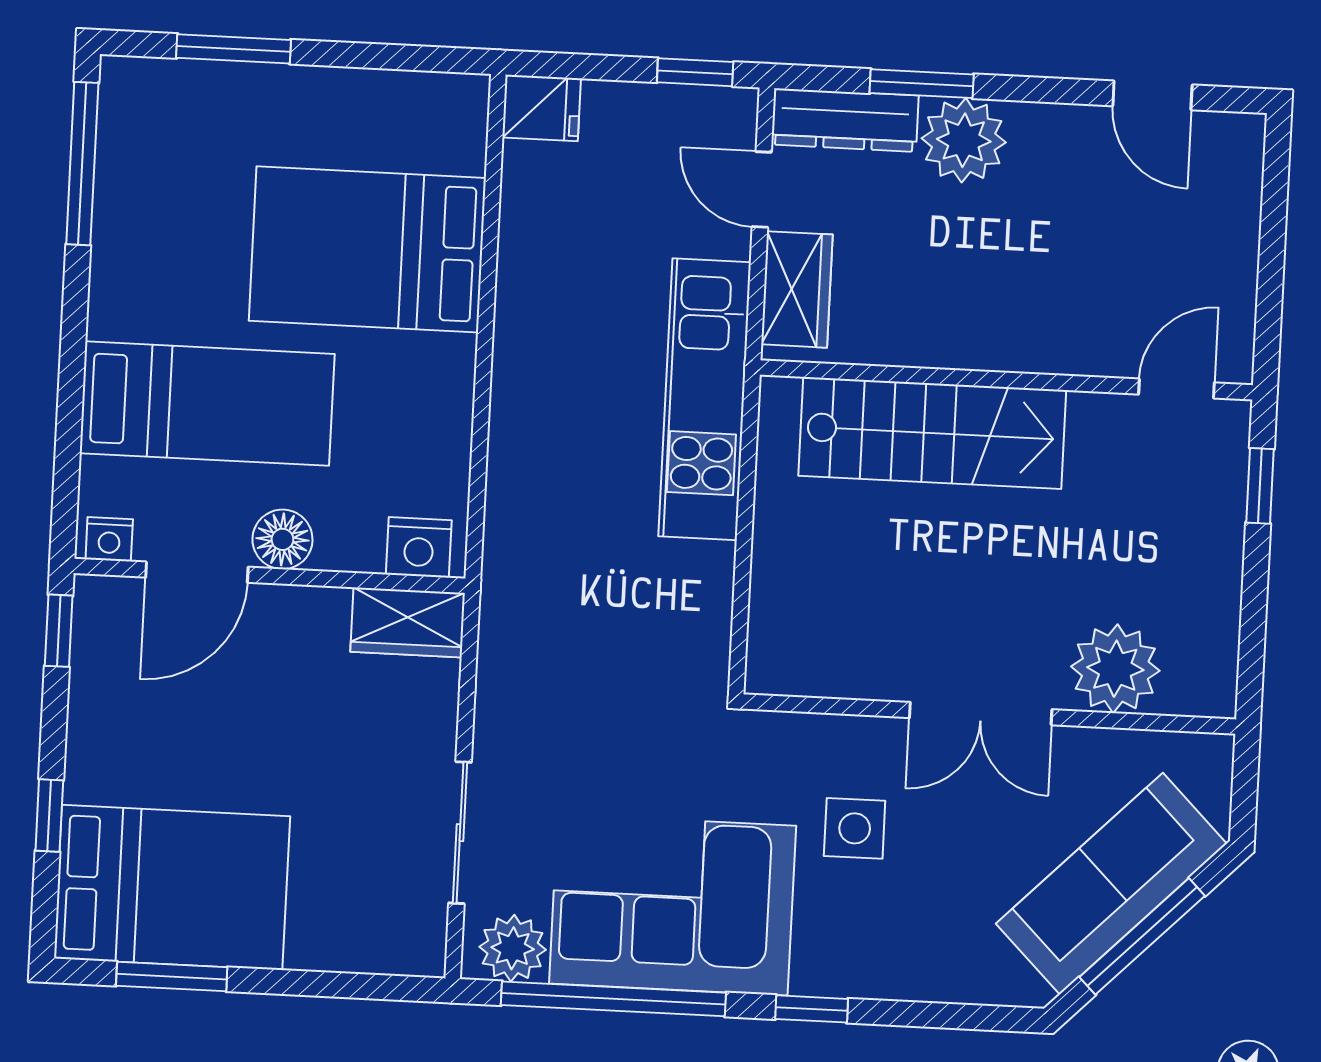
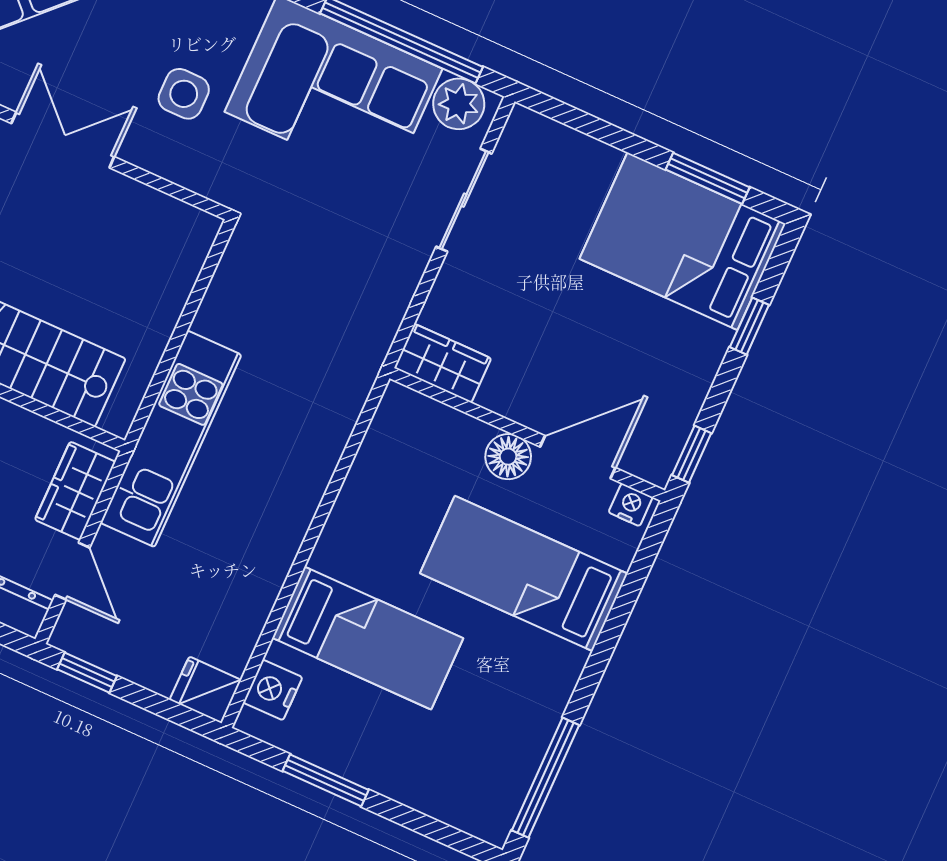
window: (233, 49) -> (326, 780), moved
bed: (367, 249) -> (368, 638), width x0.67
nightstand: (419, 547) -> (273, 690), moved, turned -90

